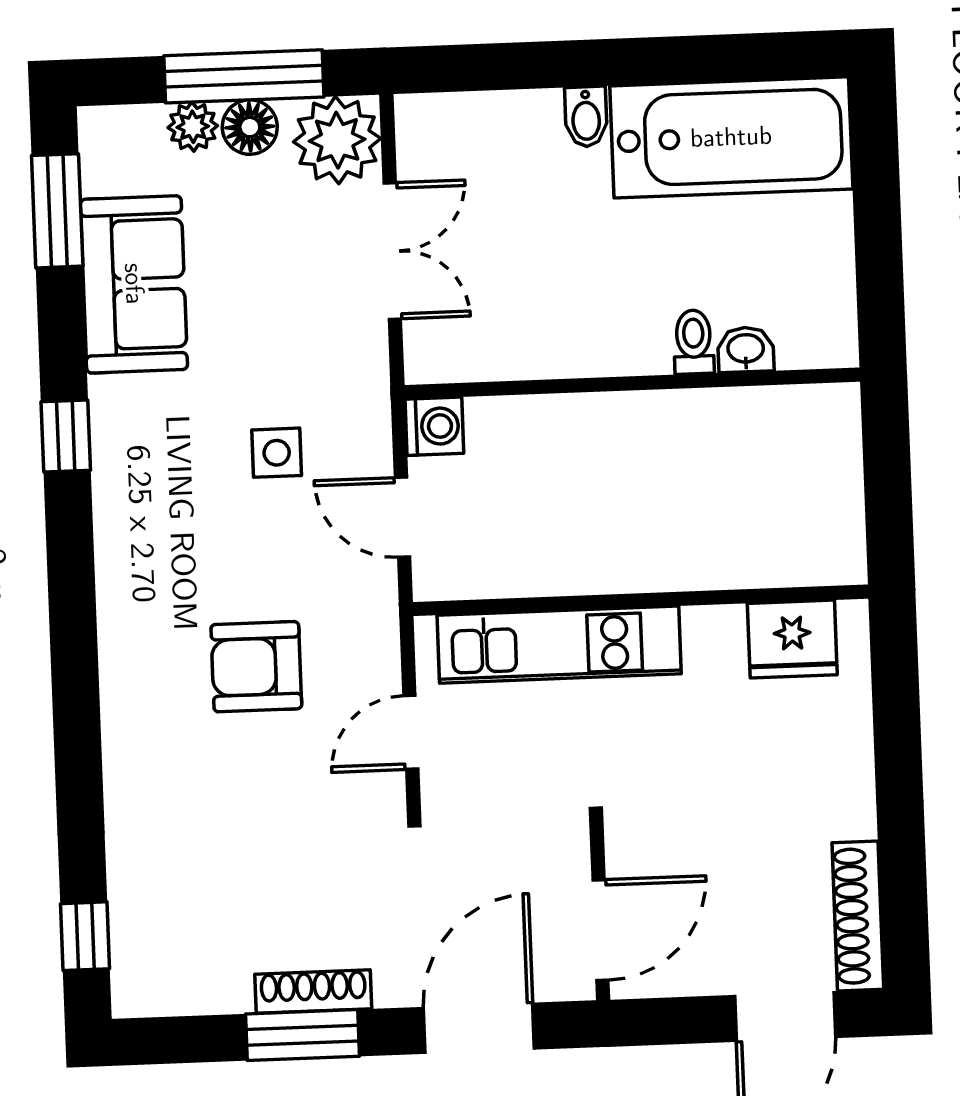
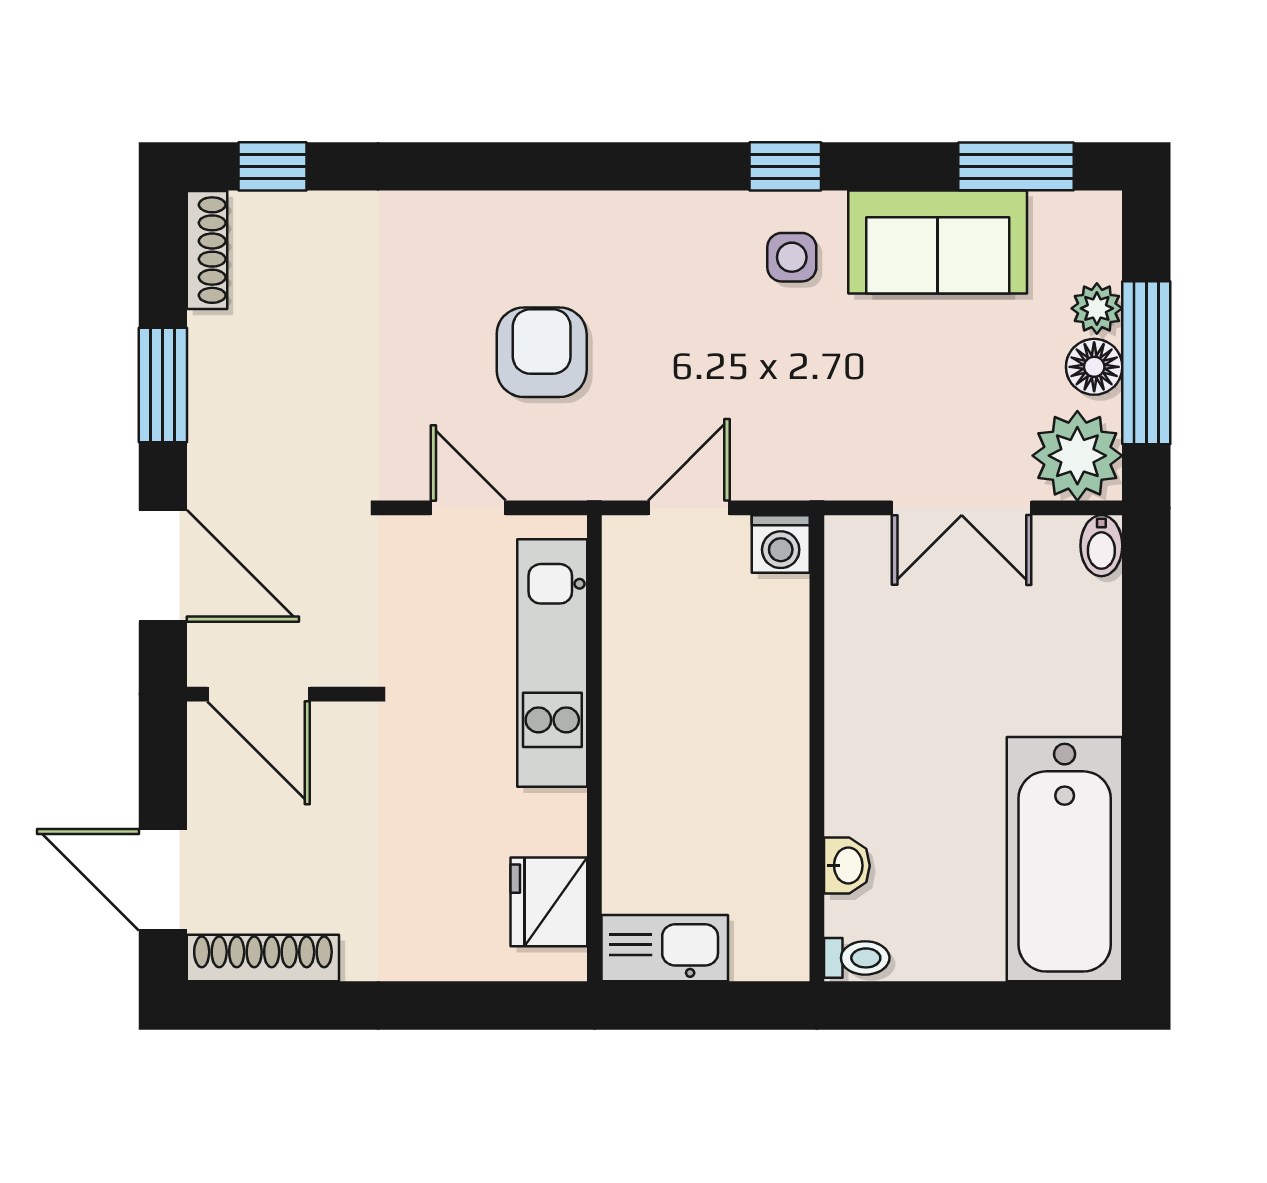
bidet: (586, 117) -> (1101, 546), moved, turned -90
toilet: (694, 342) -> (857, 958), moved
side table: (277, 453) -> (792, 257), moved
kitchen sink: (833, 524) -> (665, 948), added
shoe rack: (313, 992) -> (207, 250), moved

